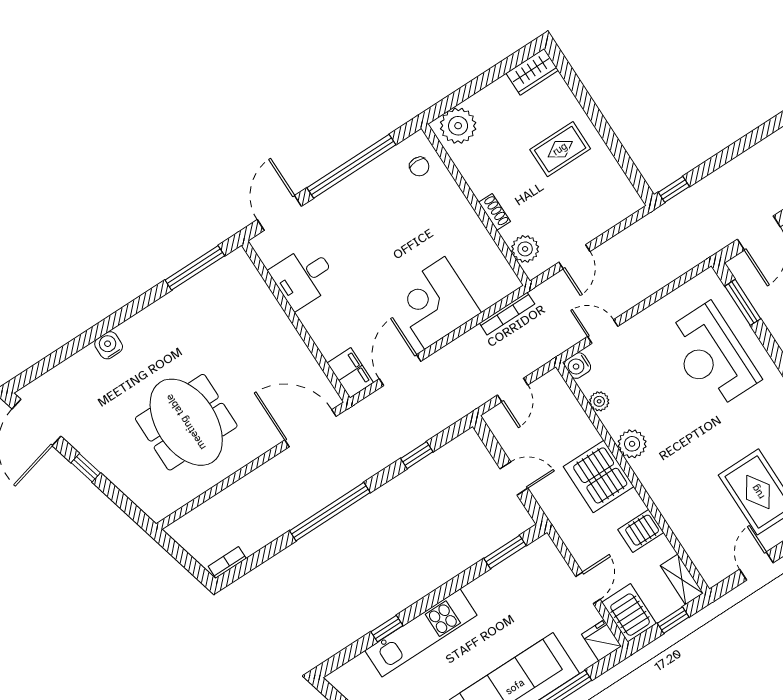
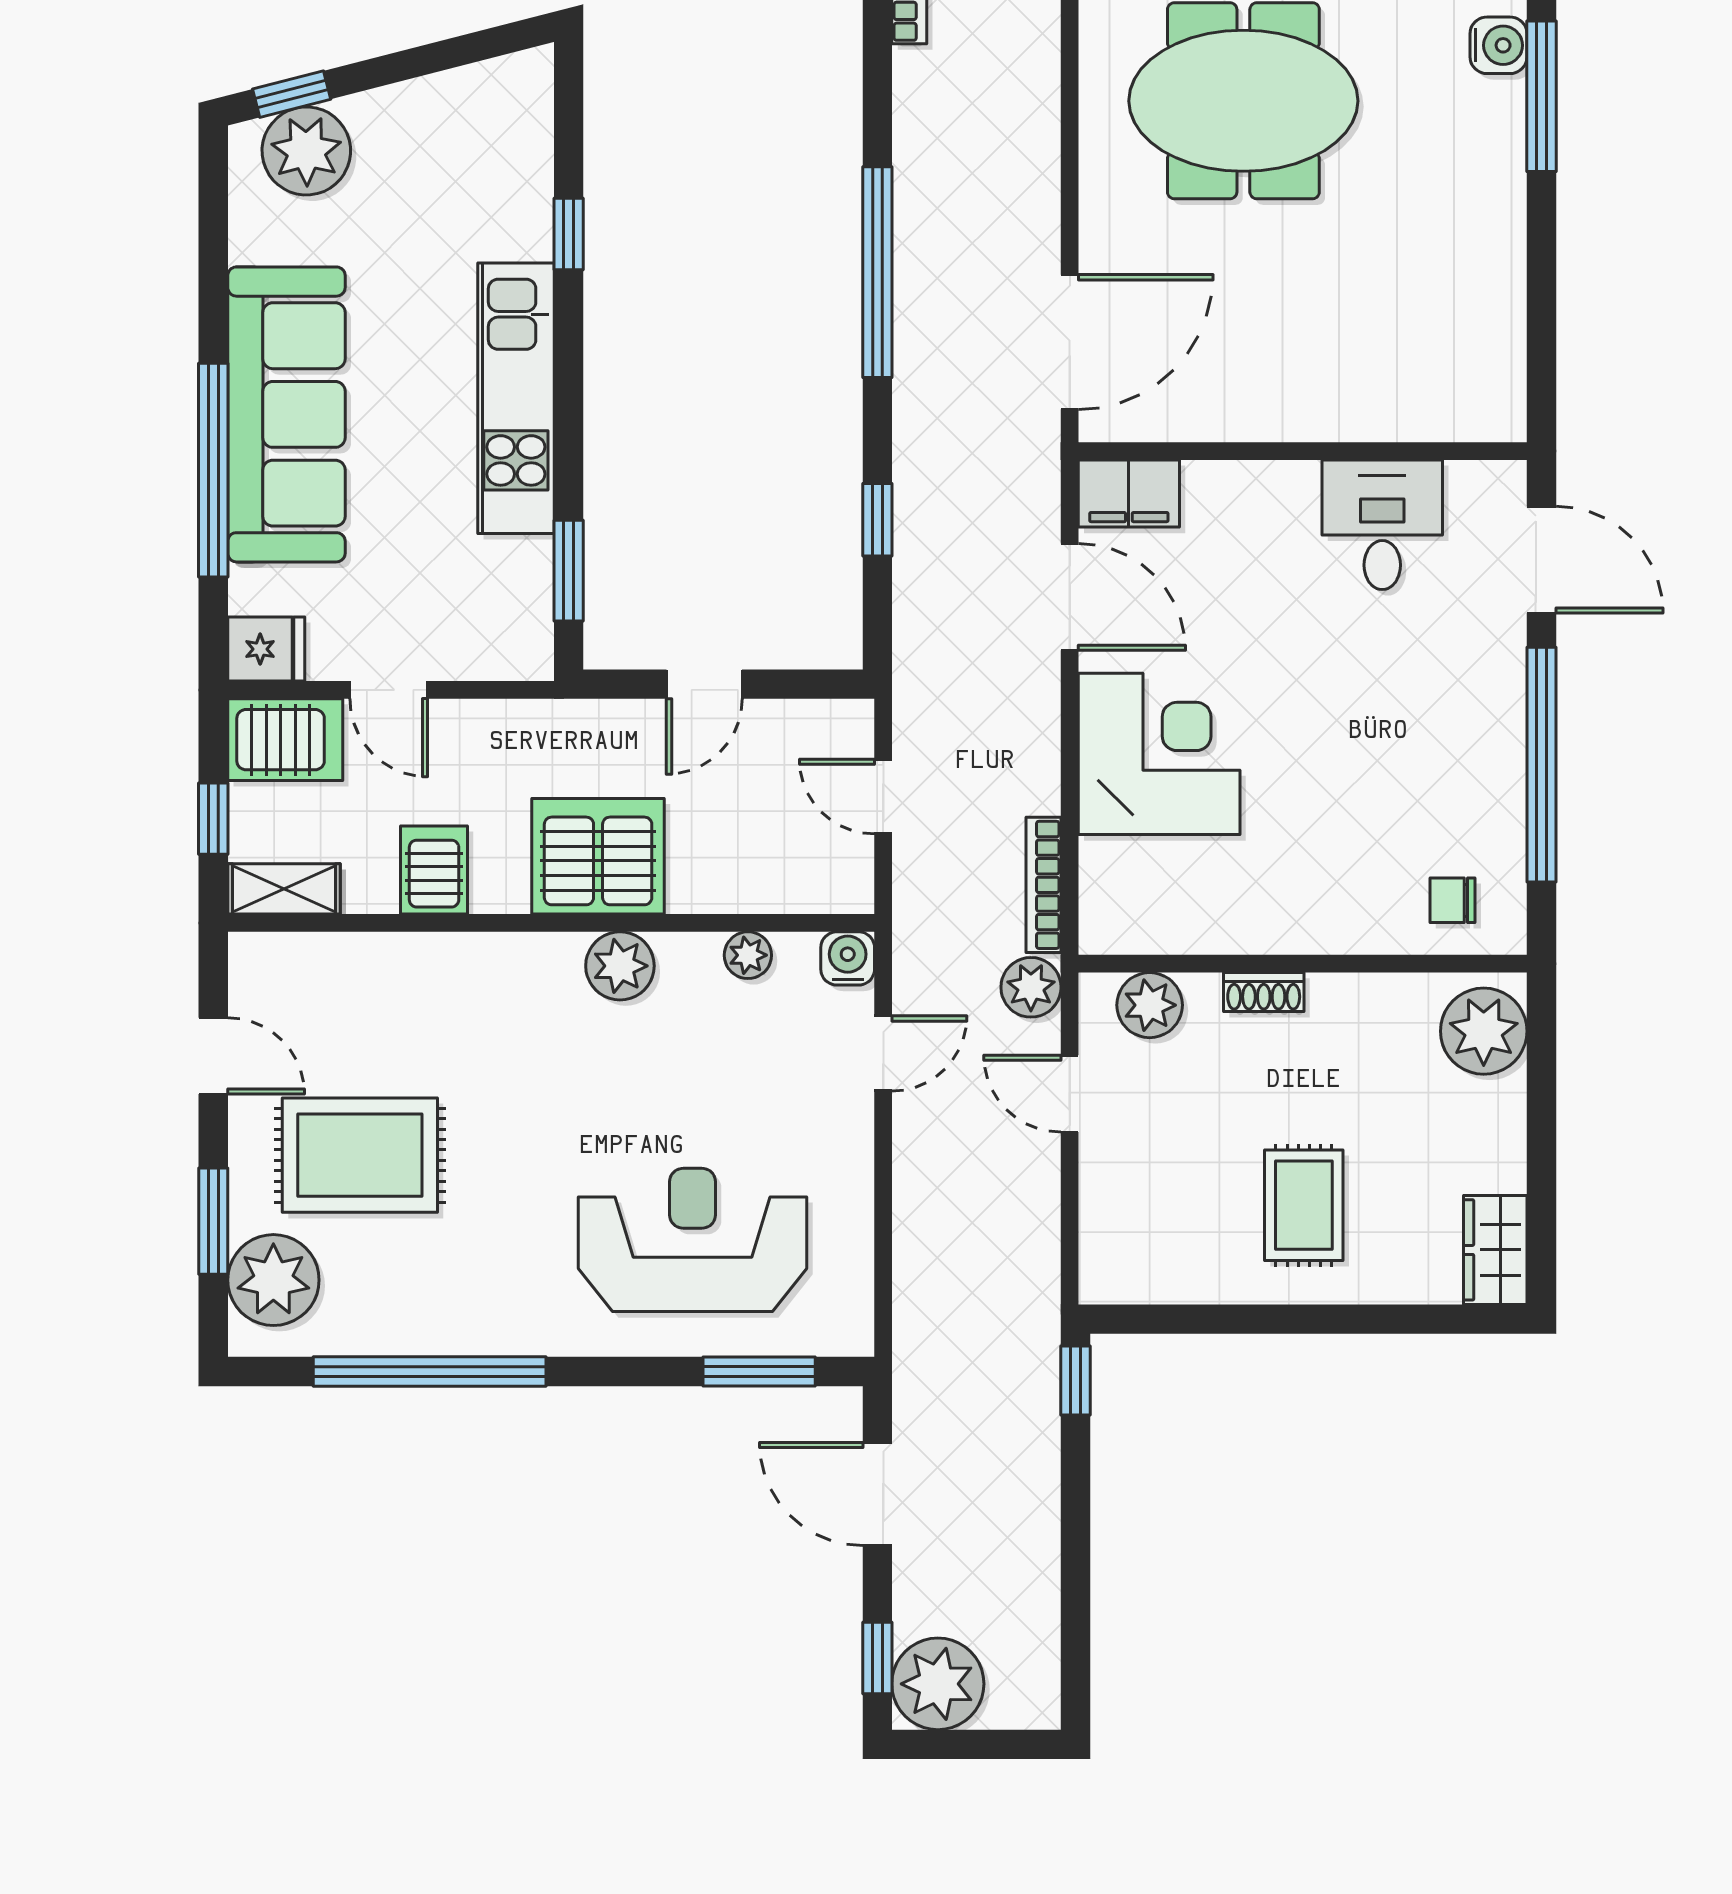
window: (195, 268) -> (1541, 96), moved
plant: (546, 295) -> (1031, 987), added
kitchen unit: (421, 633) -> (516, 398), moved

